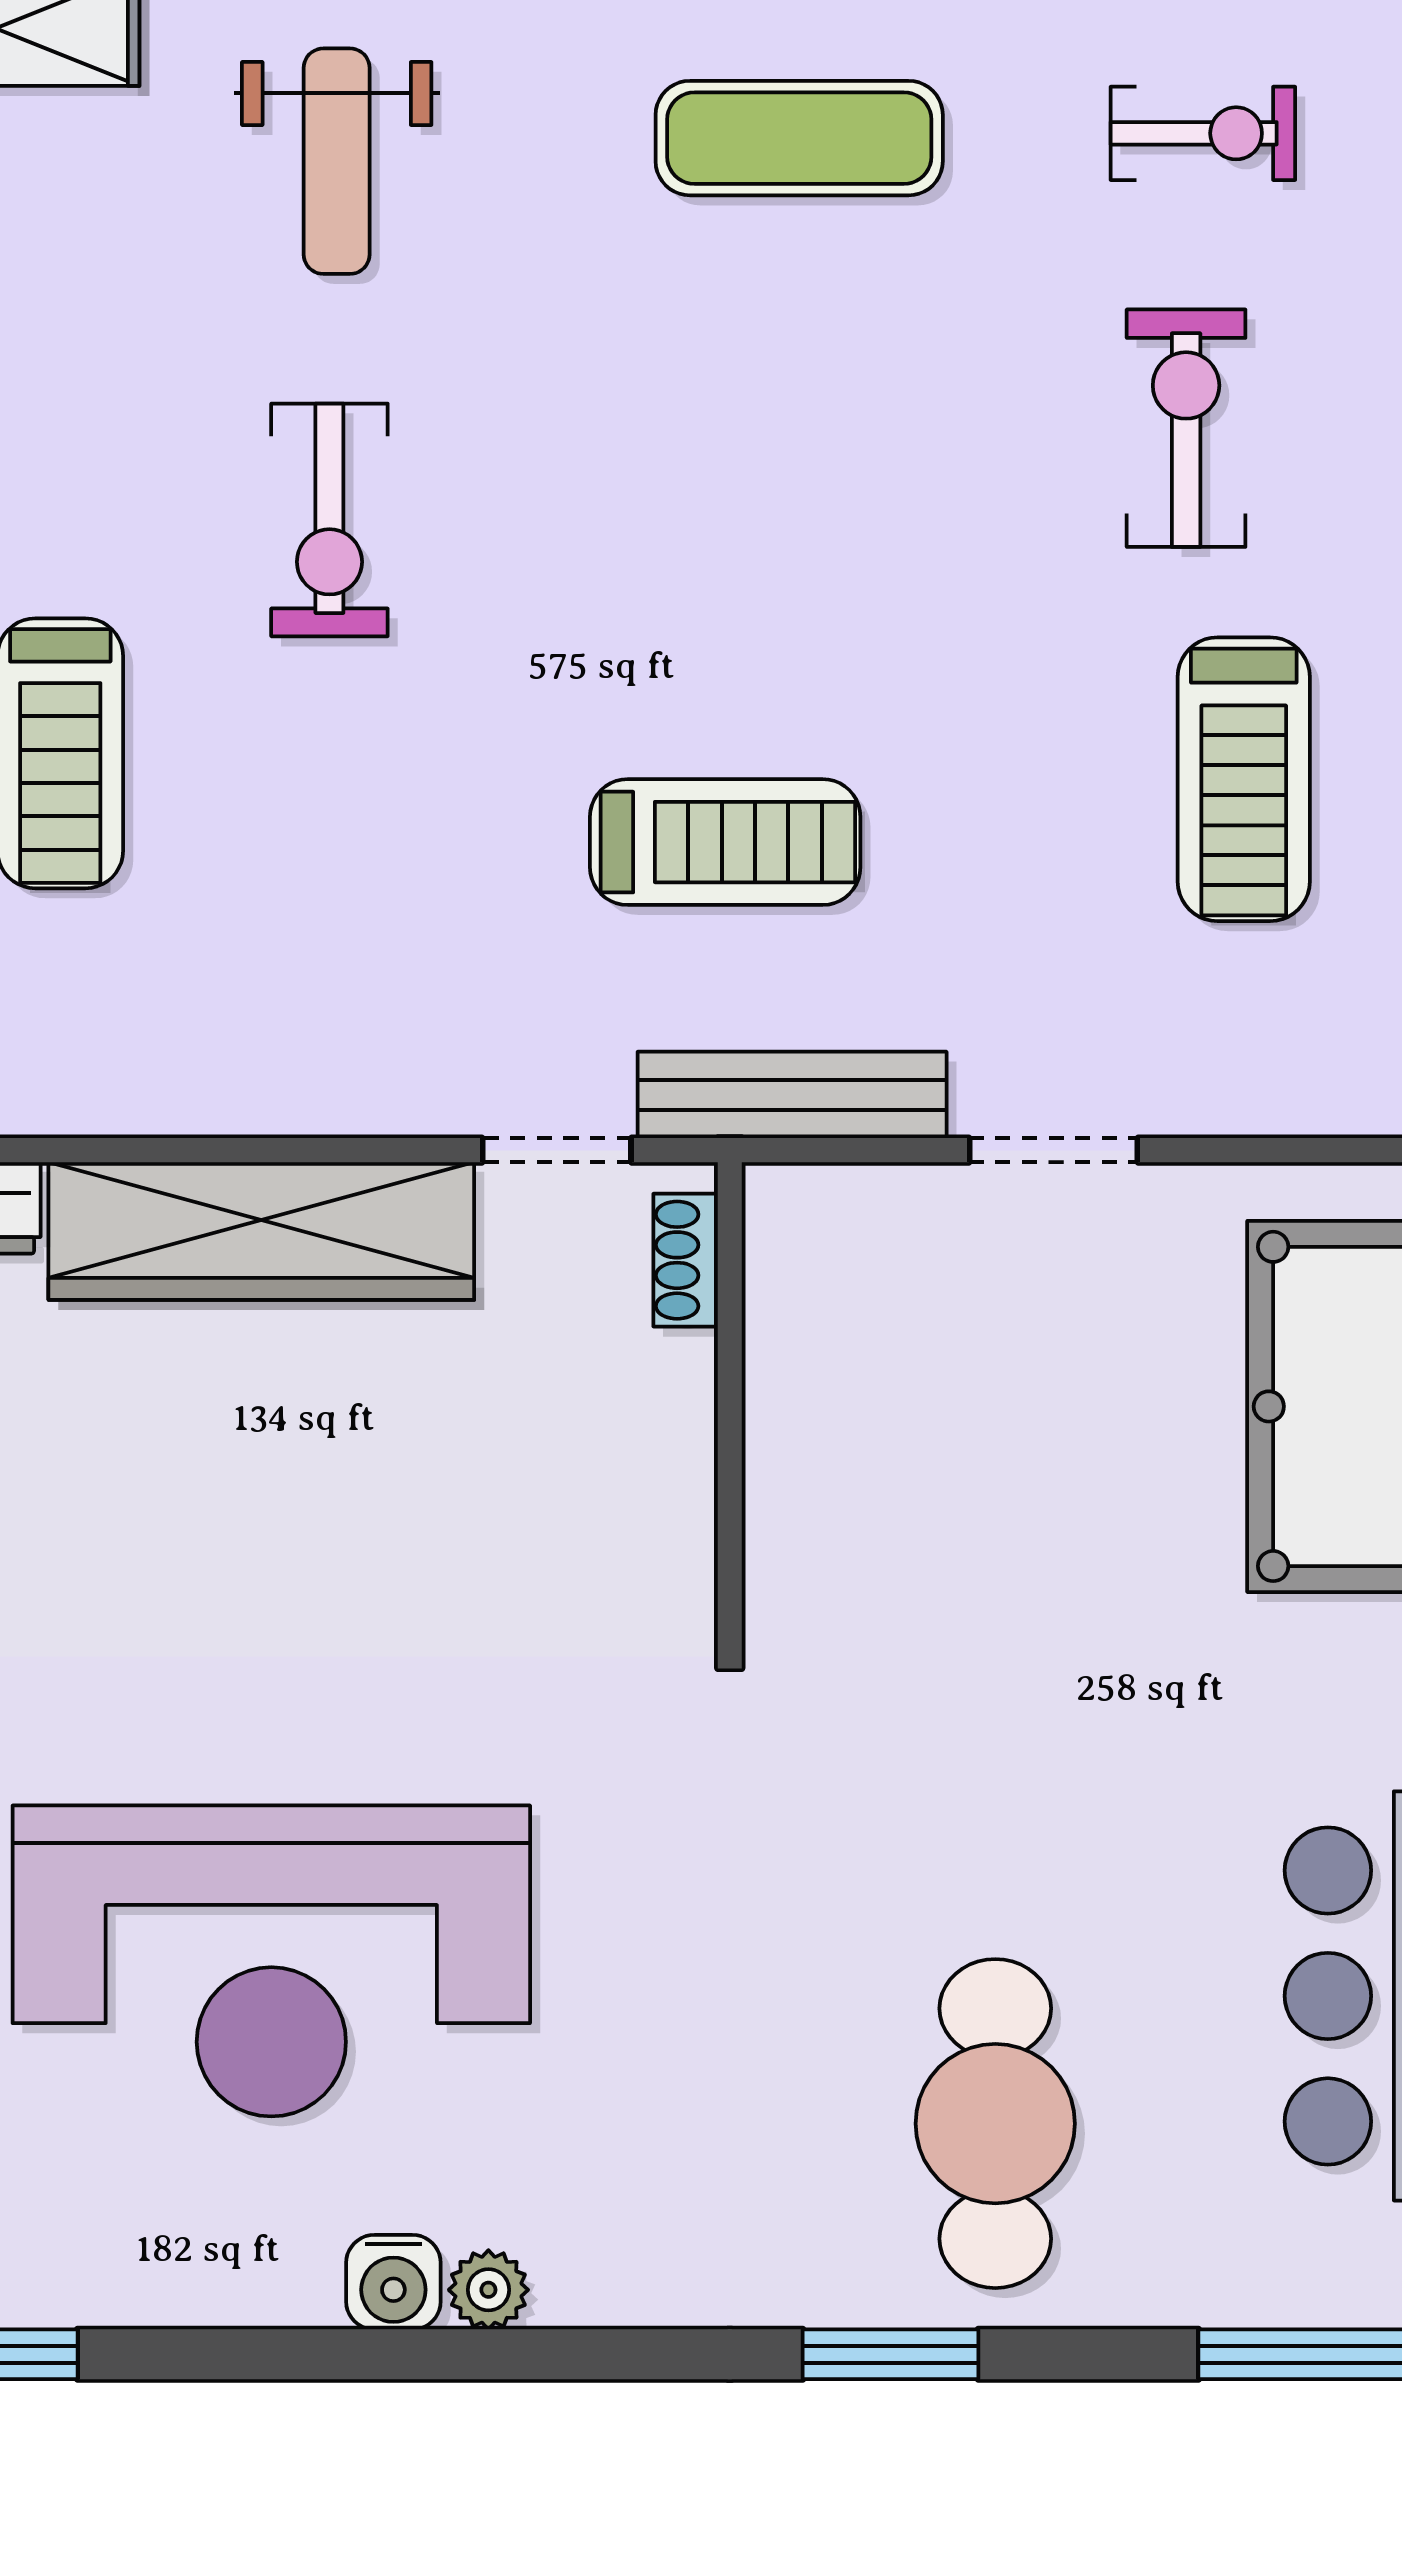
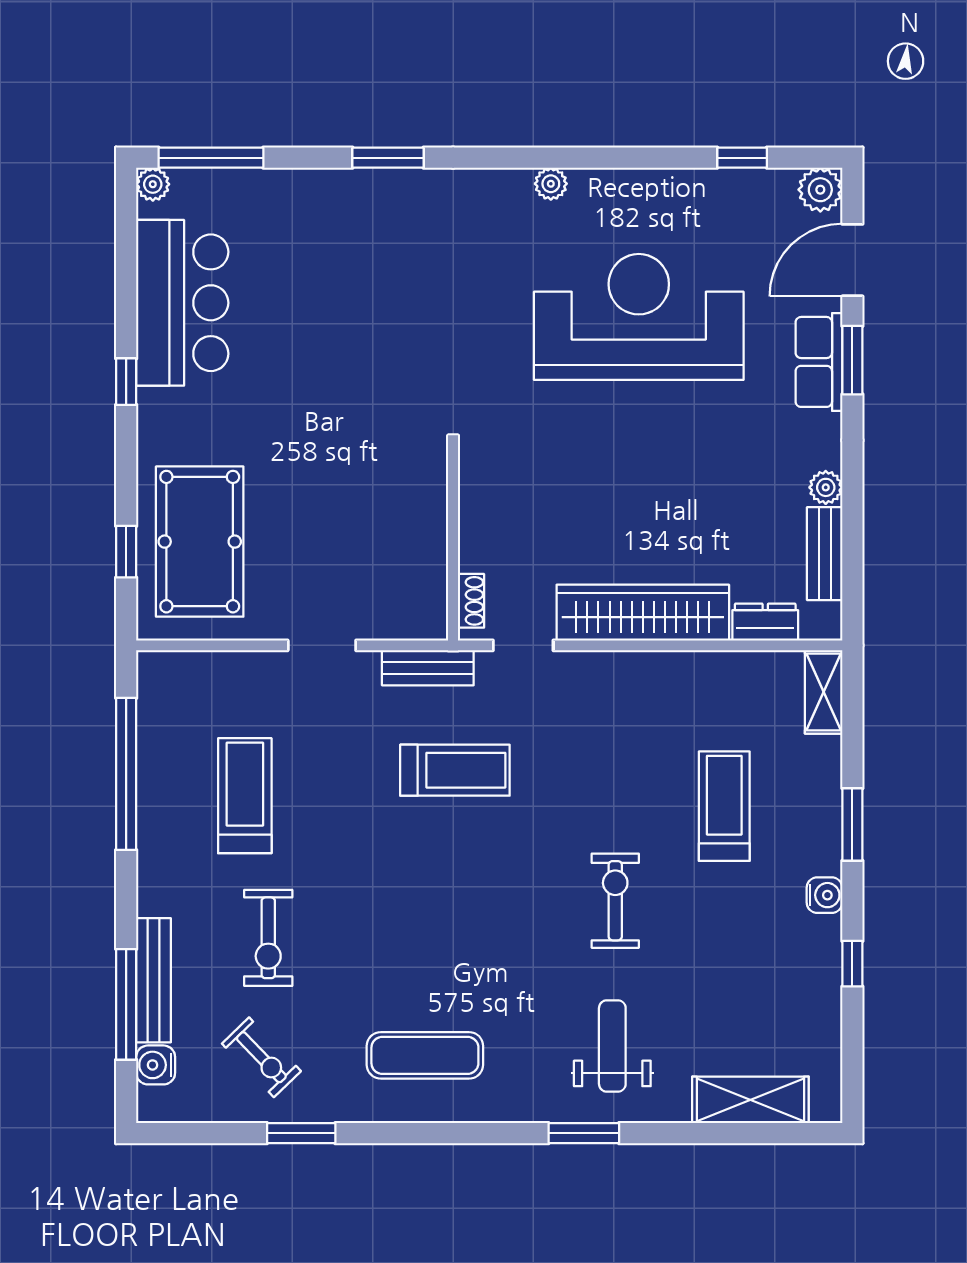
exercise bike: (1203, 133) -> (261, 1057), turned -134
treadmill: (725, 842) -> (455, 770), turned 180
bench: (792, 1095) -> (428, 668), width x0.73
cafe table: (995, 2124) -> (346, 251), removed
water cooler: (393, 2282) -> (589, 187), removed

